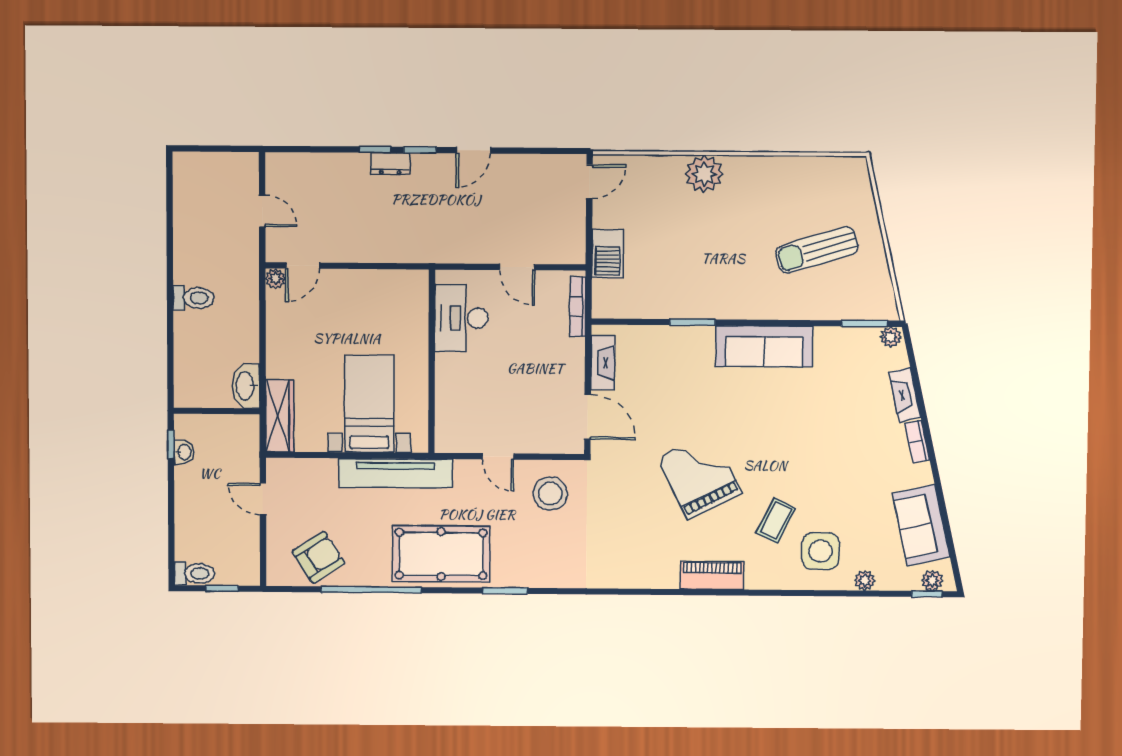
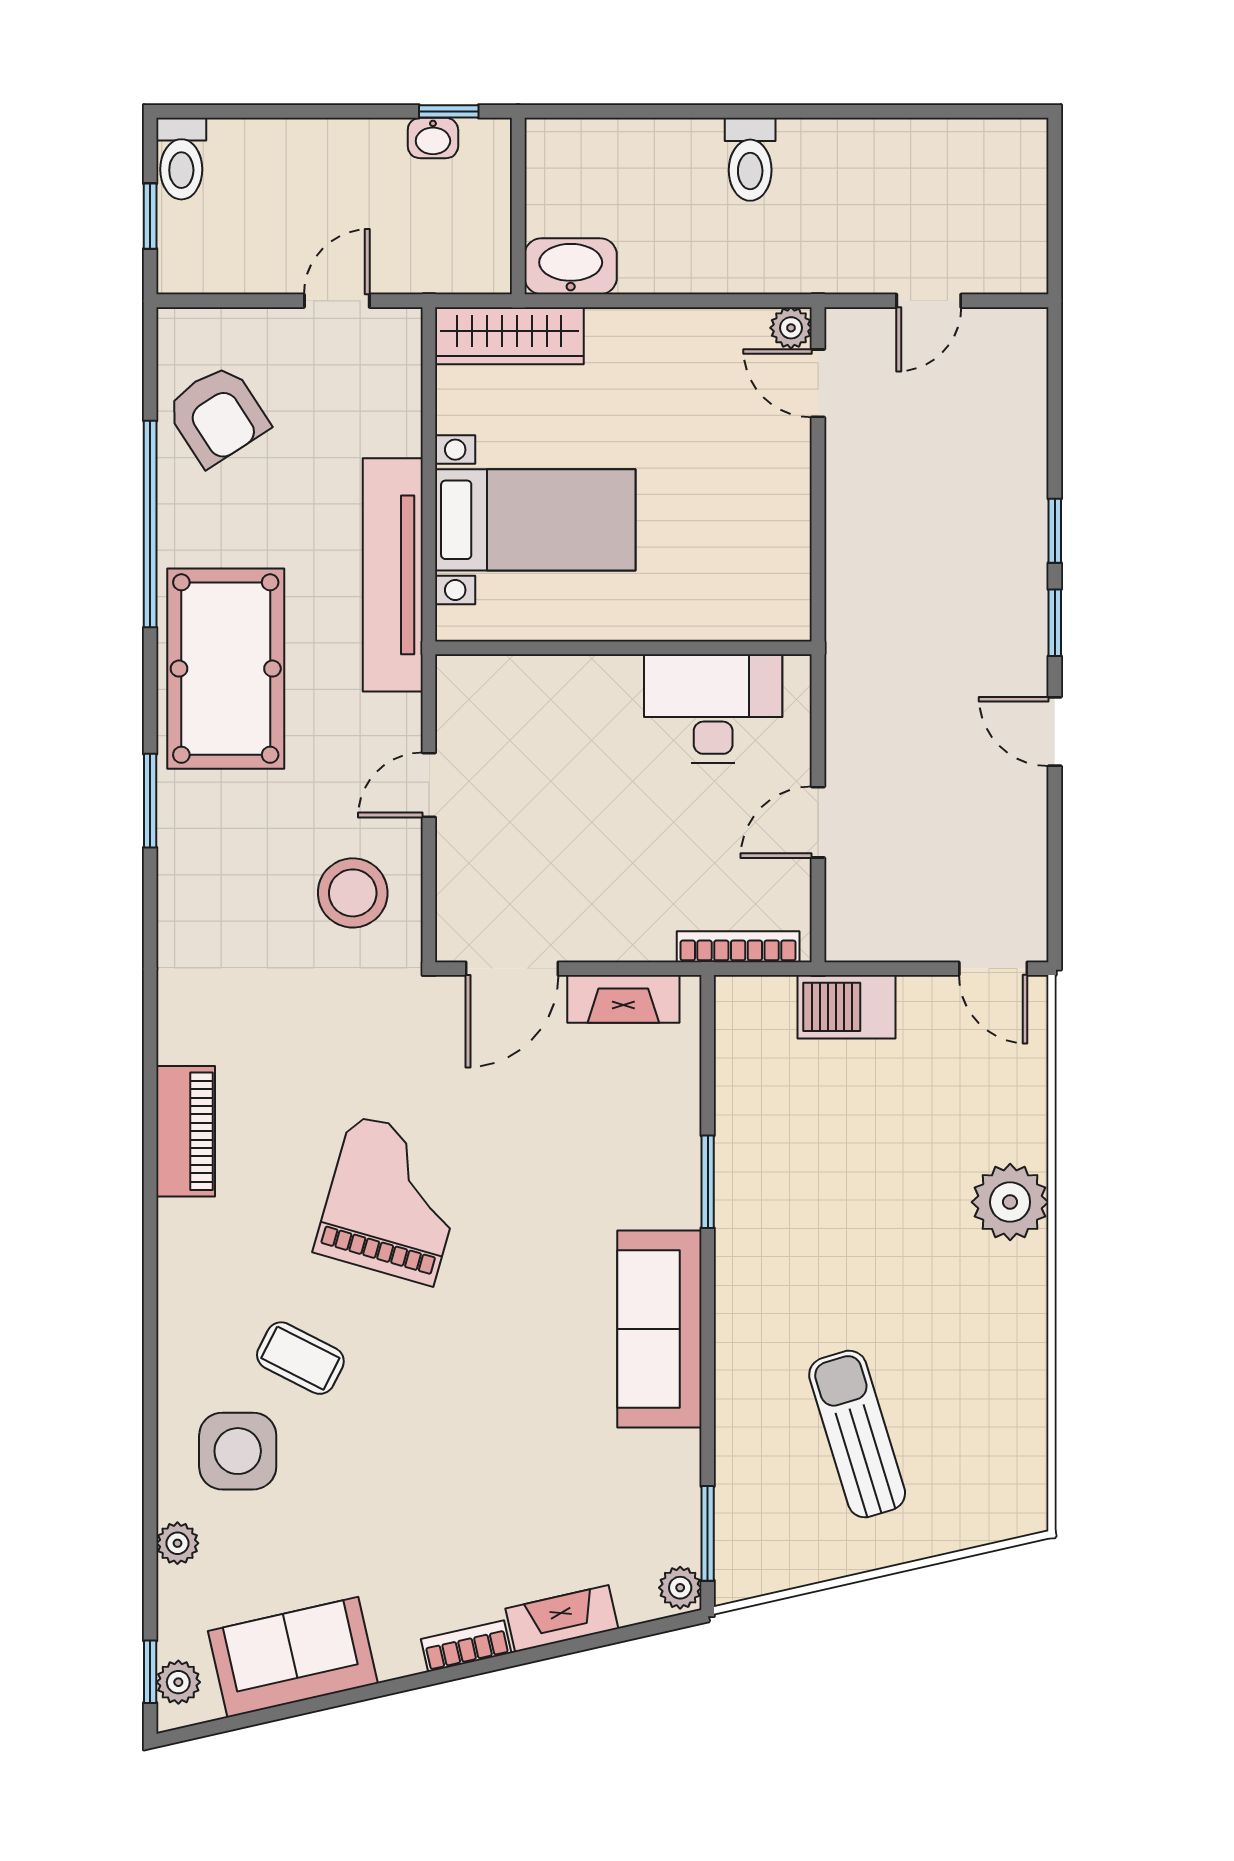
dresser: (390, 164) -> (1026, 562), removed
grand piano: (700, 475) -> (393, 1200), turned -47
piano: (712, 575) -> (186, 1131), moved

